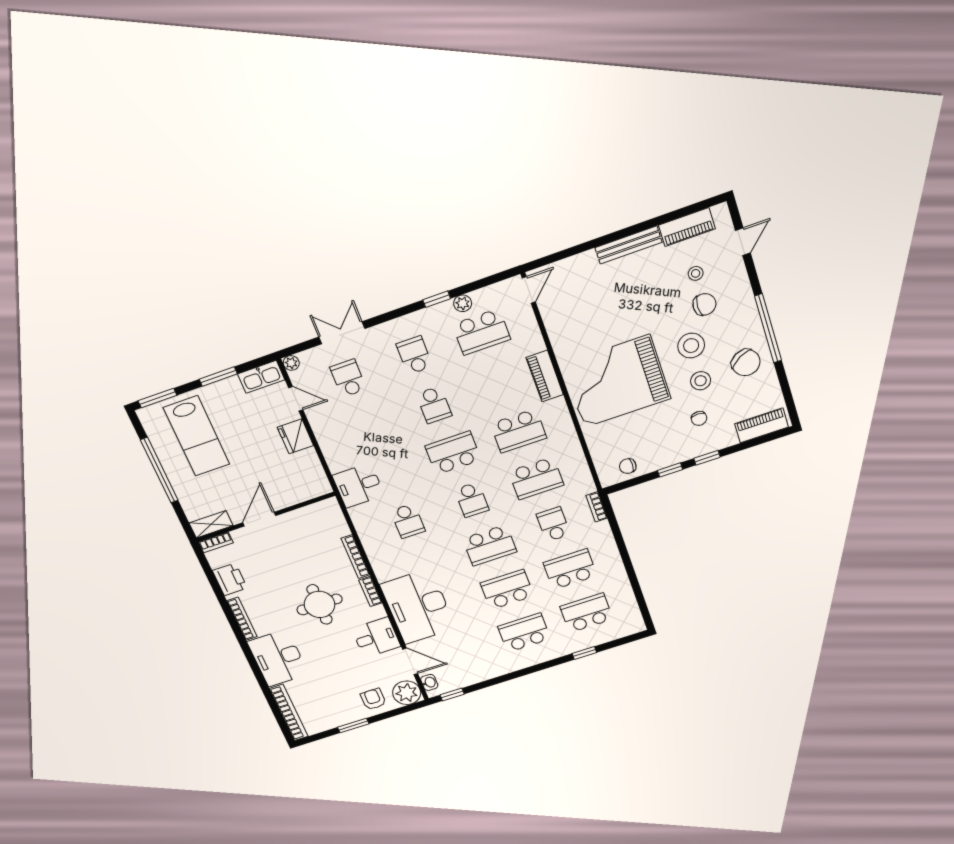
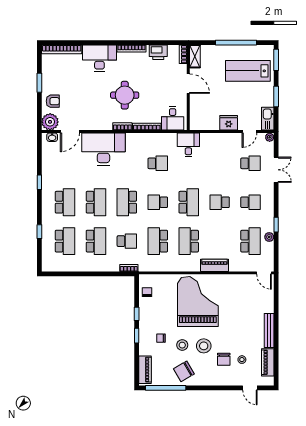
window: (768, 328) -> (166, 388), moved
school desk: (481, 332) -> (251, 241), turned 180
school desk: (408, 521) -> (158, 163), turned 180
desk: (376, 637) -> (173, 118), moved
window: (452, 694) -> (39, 182), moved

